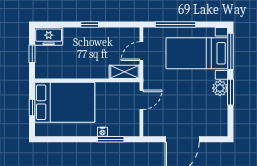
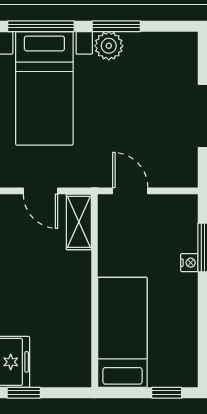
window: (32, 54) -> (24, 393), moved
bed: (65, 102) -> (122, 332), width x0.67
window: (32, 108) -> (167, 393), moved

